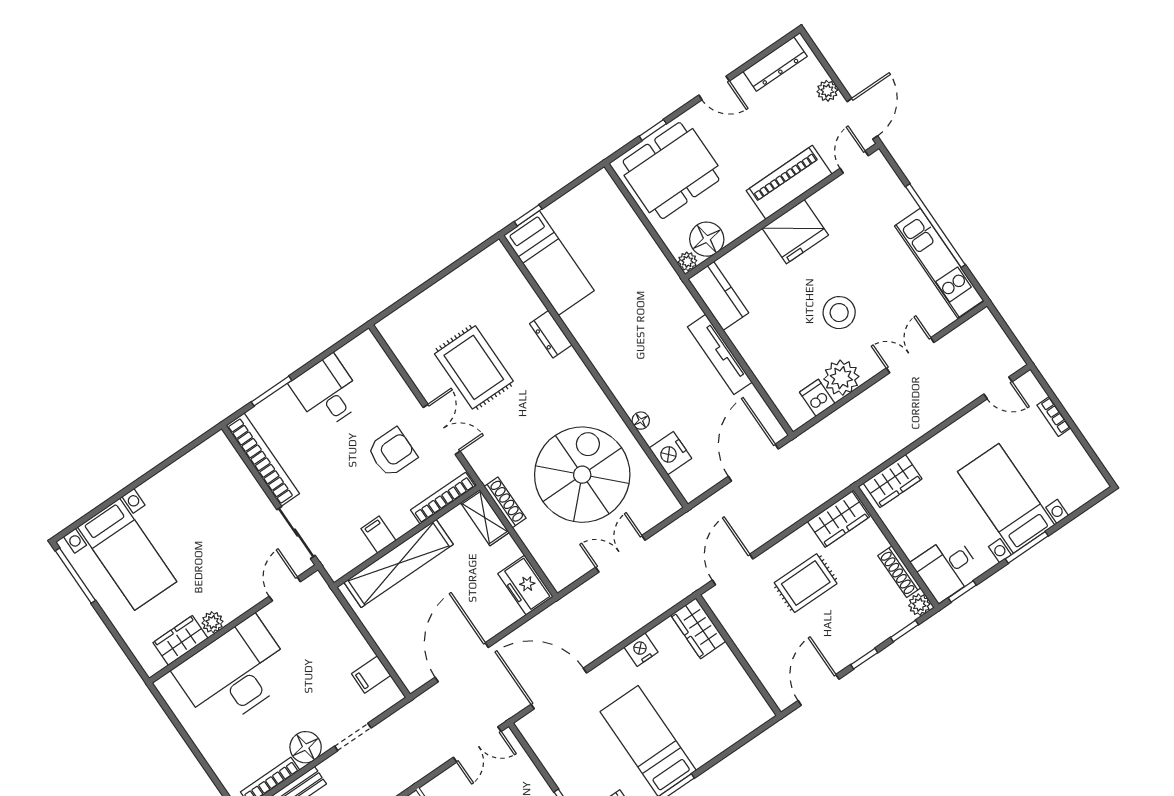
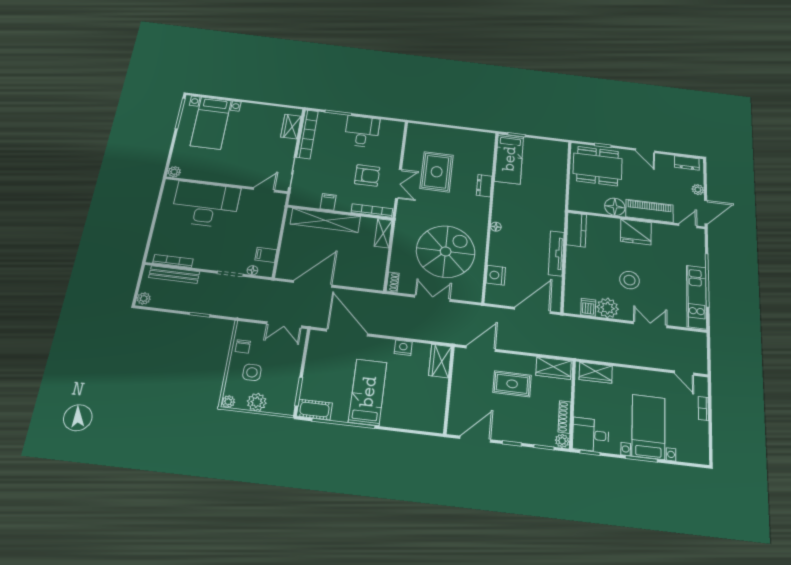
dresser: (775, 64) -> (687, 163), width x0.70
floor lamp: (707, 239) -> (615, 207), moved
plant: (687, 261) -> (574, 206), removed
floor lamp: (641, 421) -> (496, 227), moved
shoe rack: (505, 502) -> (393, 282), moved, width x0.70
freezer: (525, 585) -> (375, 276), removed
plant: (213, 622) -> (174, 172), moved
wardrobe: (180, 640) -> (291, 127), moved, turned -90
floor lamp: (306, 747) -> (252, 270), moved, width x0.53, depth x0.53

